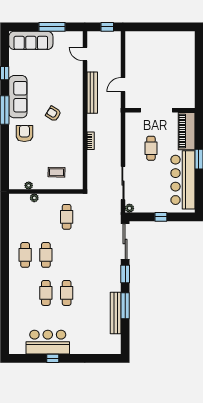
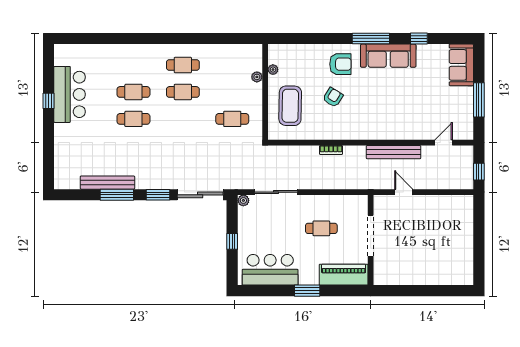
sofa: (31, 40) -> (461, 65), width x0.73
armchair: (53, 114) -> (333, 97), moved
coffee table: (56, 172) -> (290, 106), width x1.86, depth x1.72
bar counter: (183, 180) -> (270, 270), width x0.73

